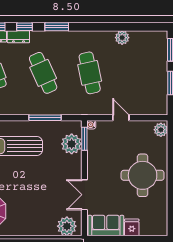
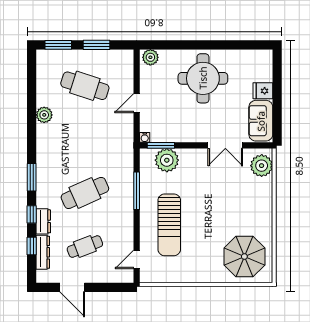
plant: (122, 38) -> (44, 115), moved
cafe table: (90, 73) -> (85, 86), moved, turned 30

